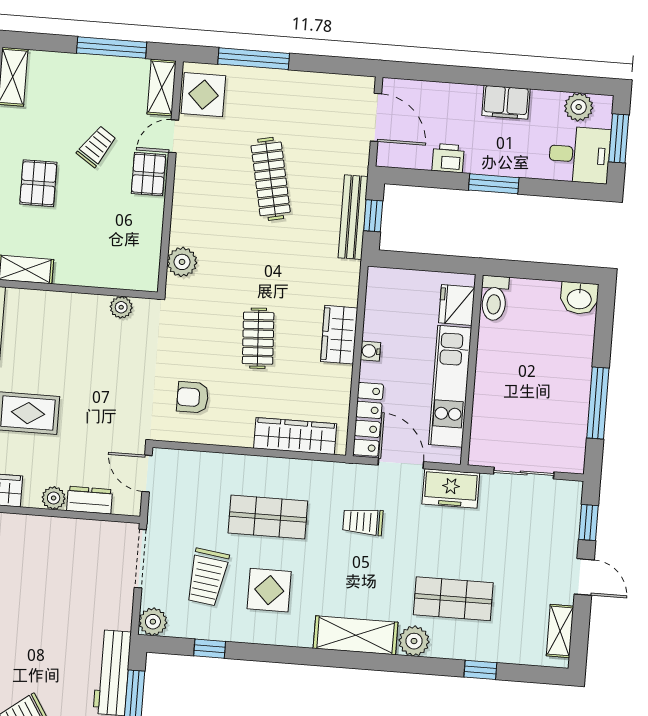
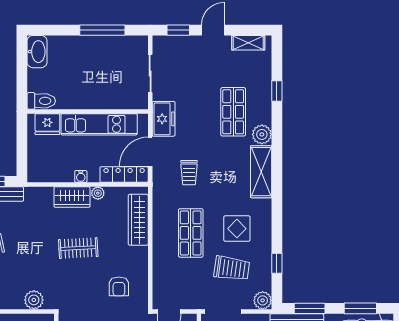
washbasin: (579, 298) -> (37, 52), width x1.38
plant: (342, 376) -> (98, 193), added

